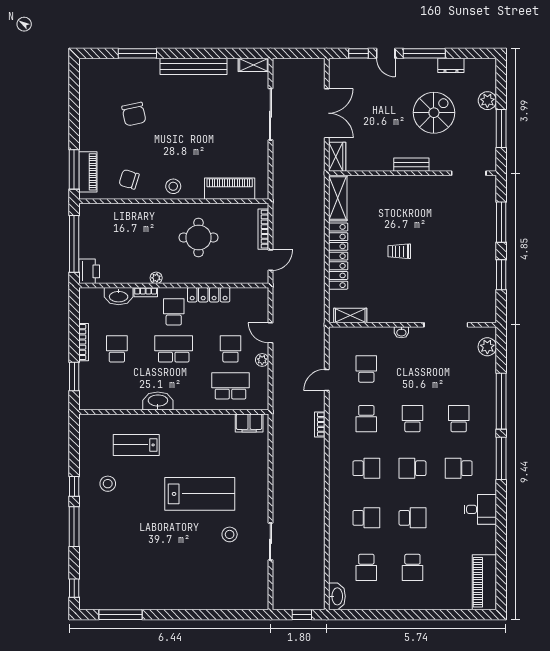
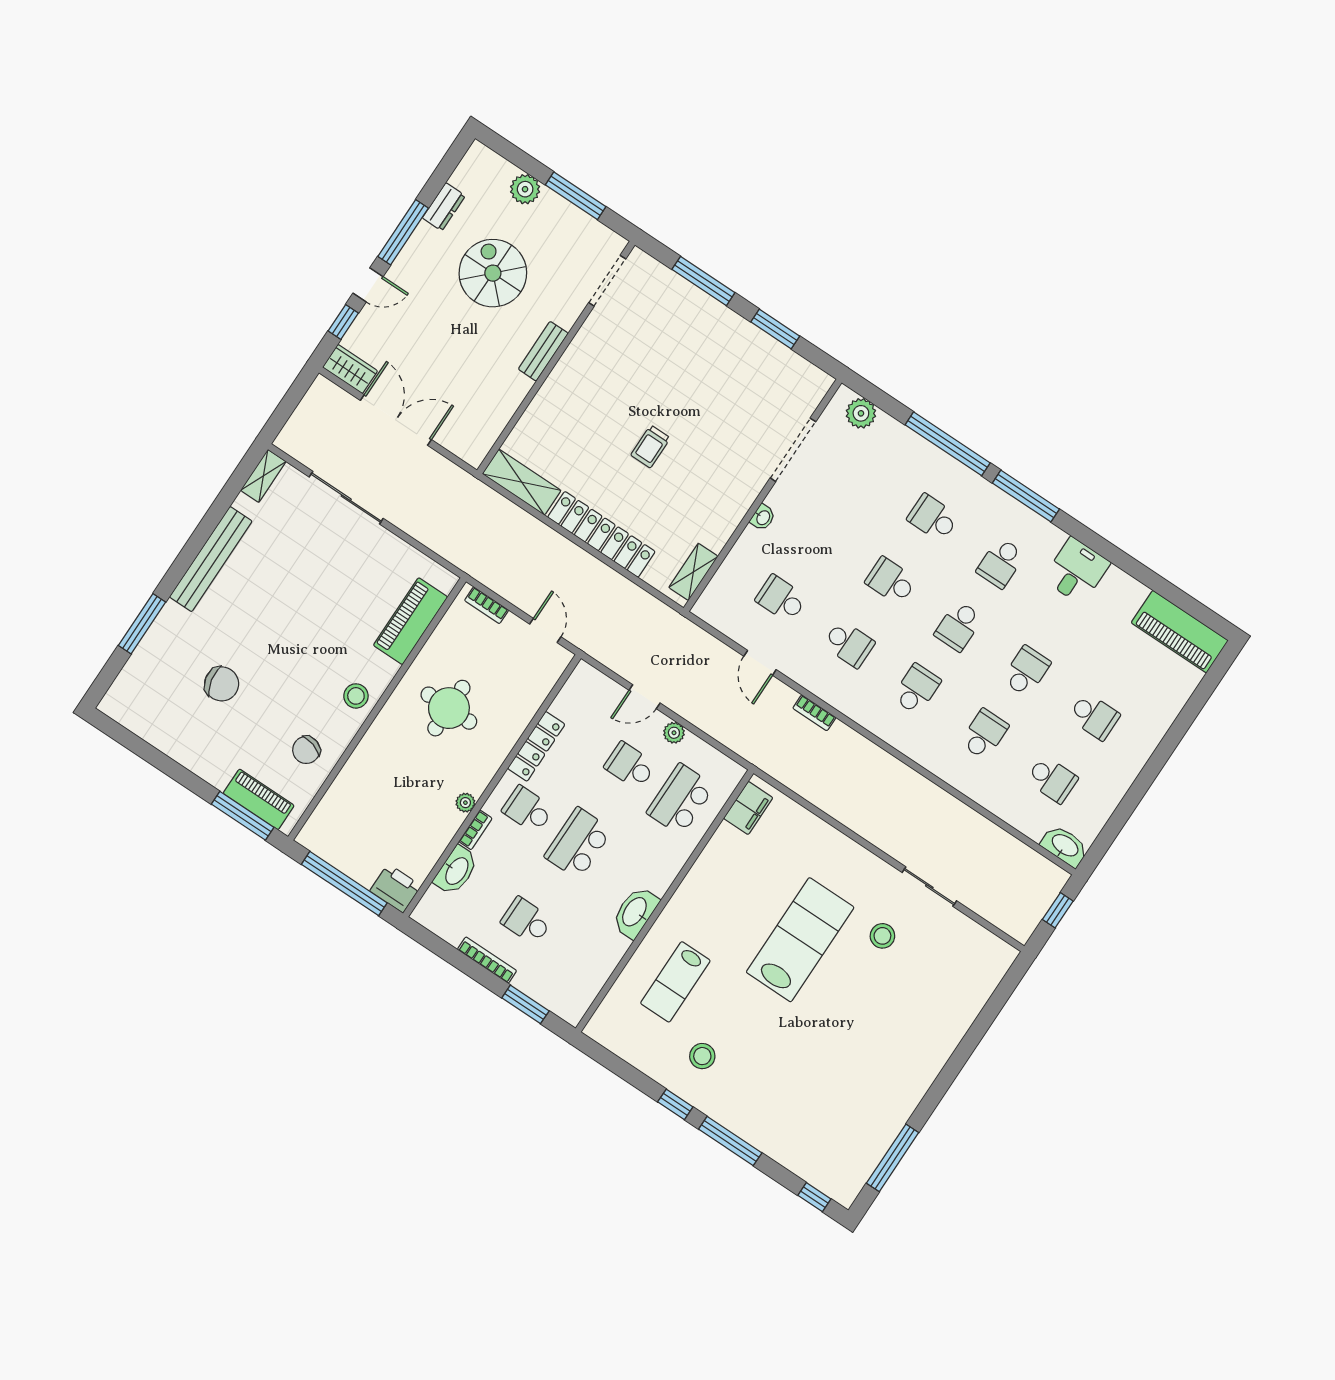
wardrobe: (337, 157) -> (350, 369), moved
bookcase: (263, 229) -> (487, 605), width x0.64

